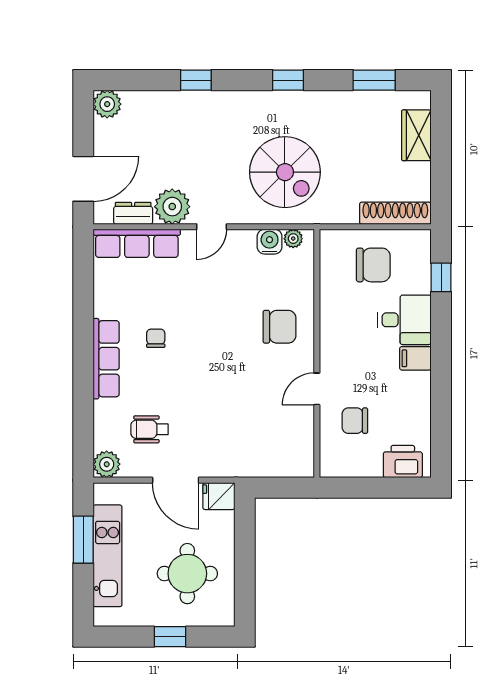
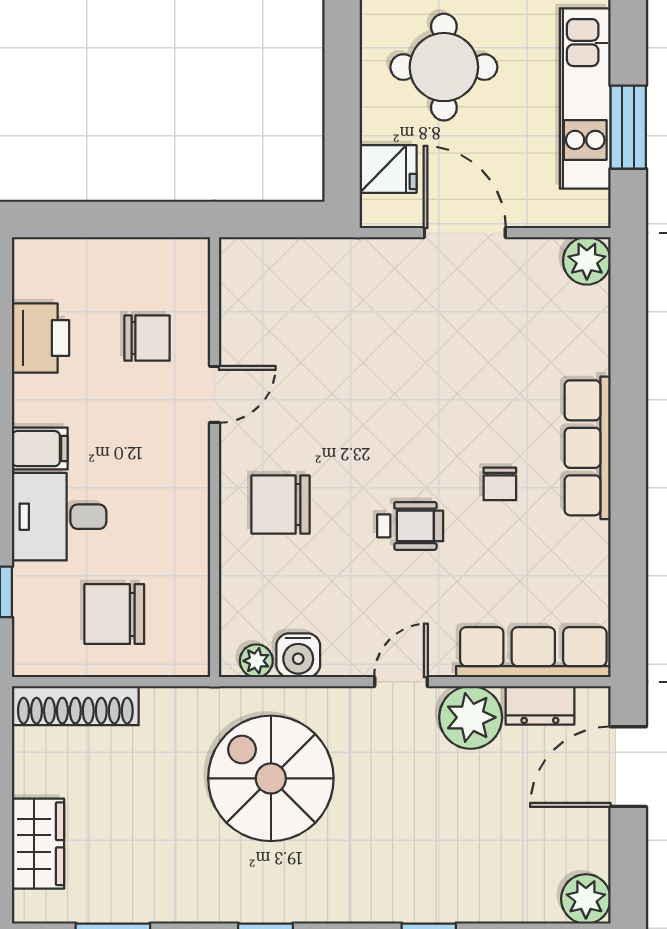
wheelchair: (149, 429) -> (410, 526), moved
printer: (403, 462) -> (41, 338), moved, turned -90
fridge: (219, 496) -> (388, 169), moved

